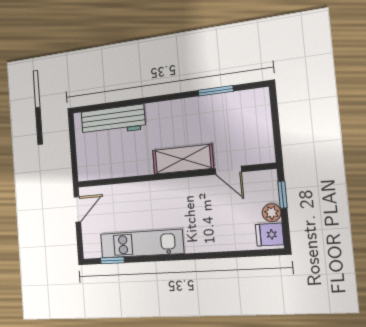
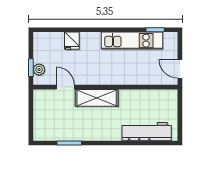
door: (77, 209) -> (180, 69), hinge flipped
plant: (272, 213) -> (39, 70), moved
fridge: (270, 235) -> (72, 41), moved, turned 90

